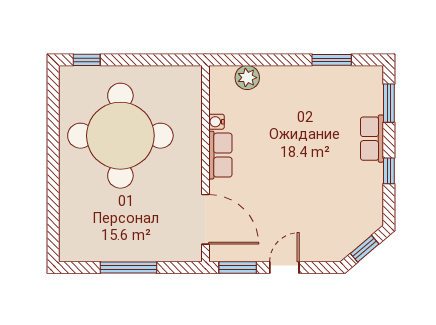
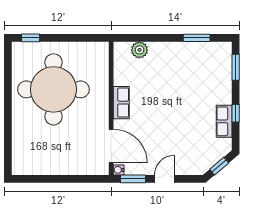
water cooler: (216, 122) -> (119, 170), moved
row of seats: (372, 139) -> (224, 121), moved
window: (128, 267) -> (59, 179), removed

